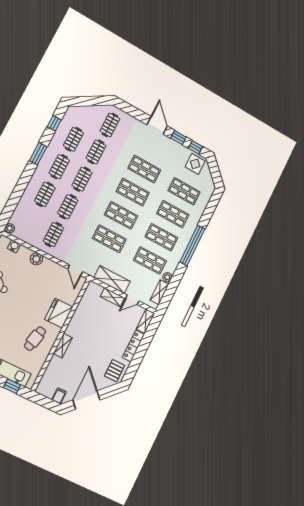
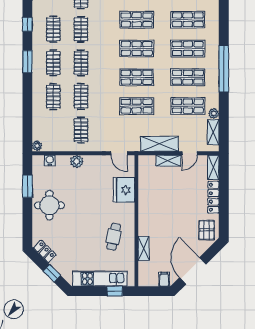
fridge: (59, 313) -> (124, 190), moved
shelving: (63, 346) -> (144, 248), moved

